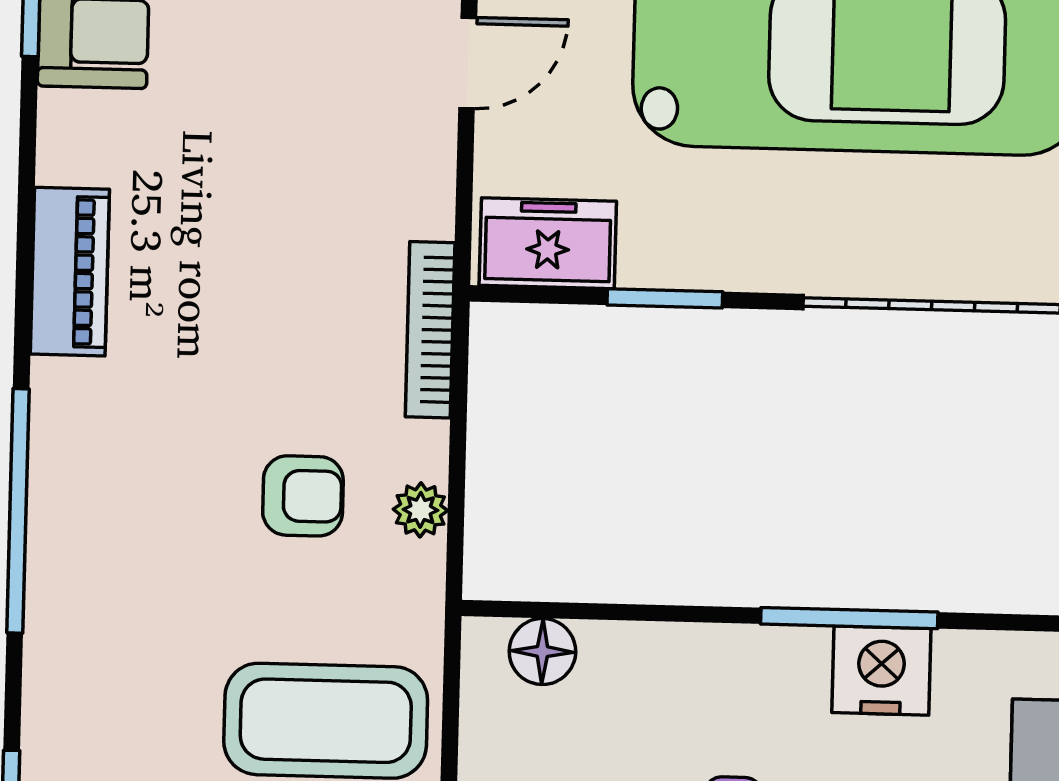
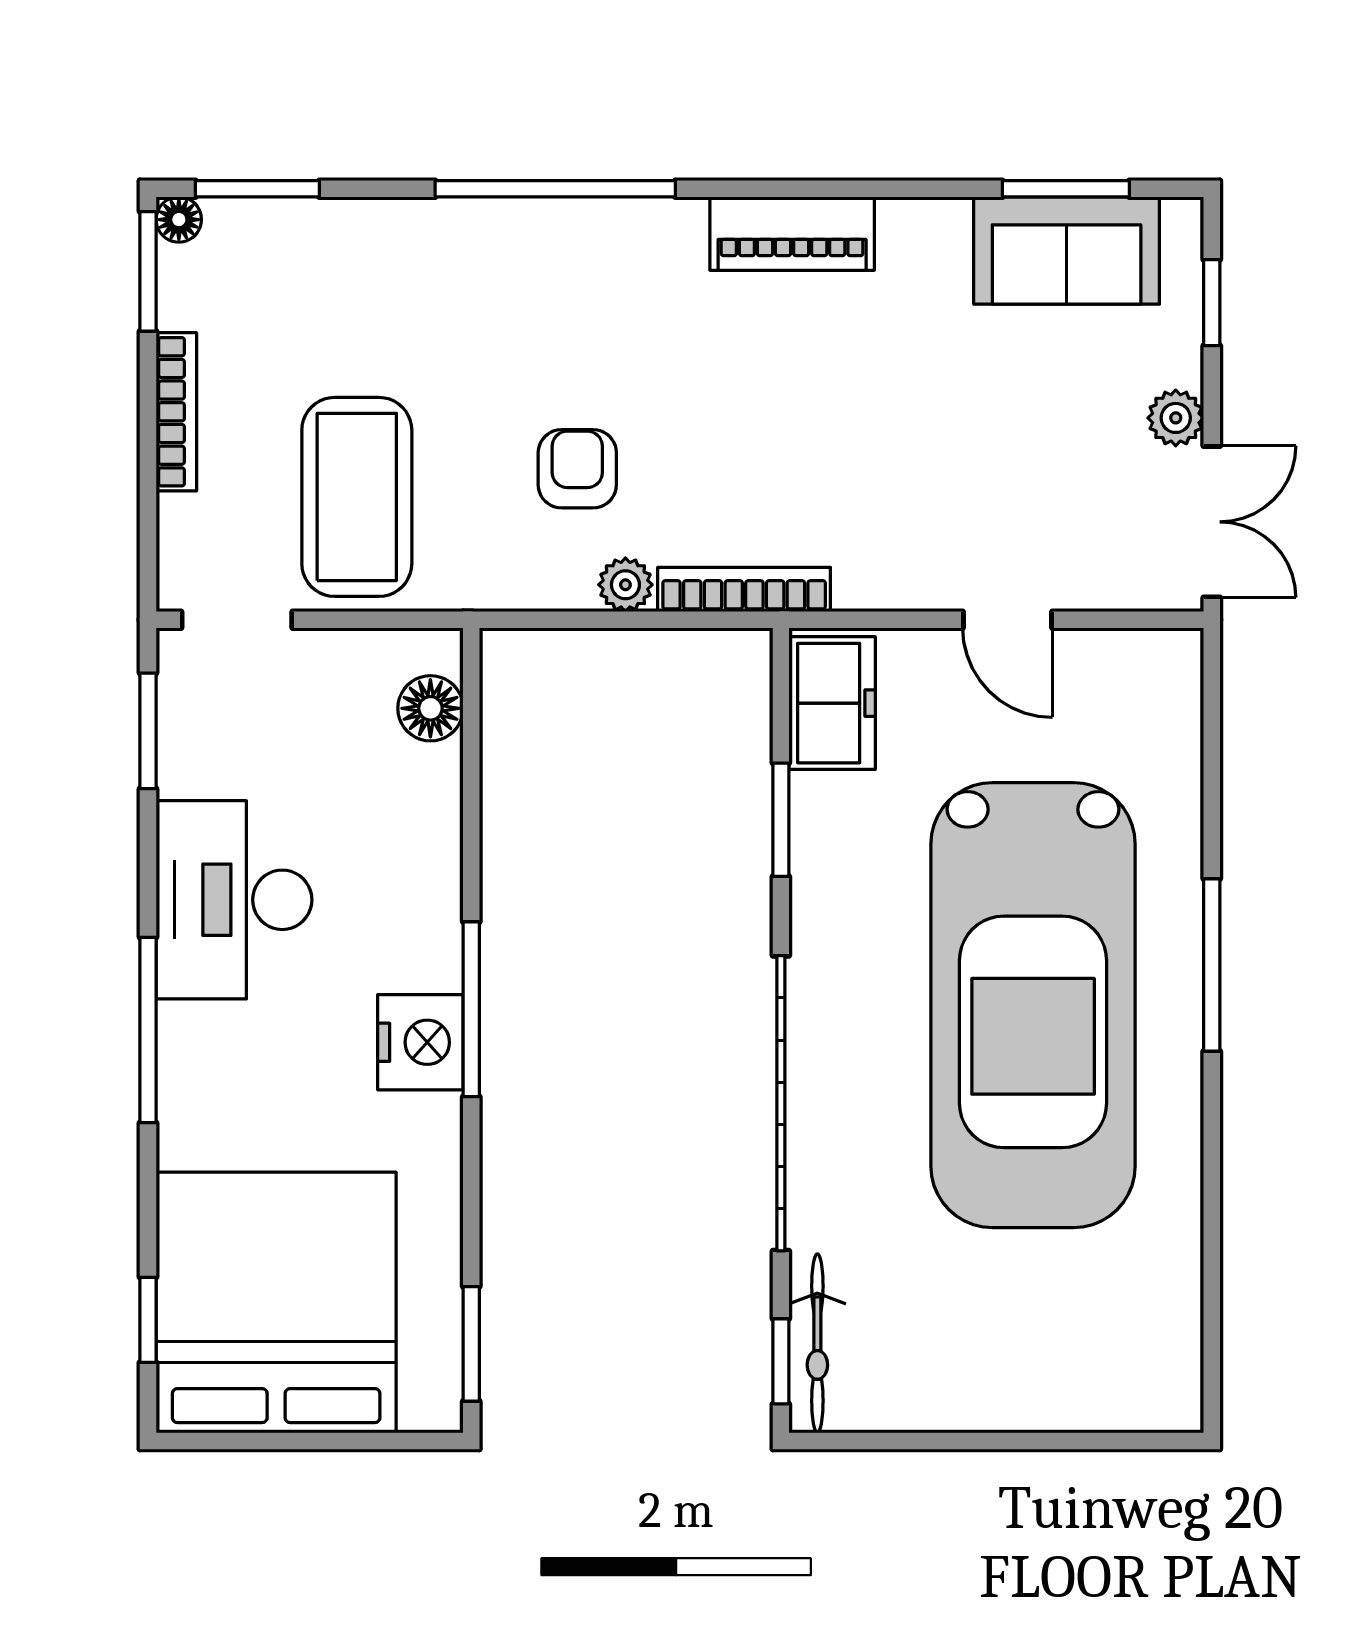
armchair: (303, 496) -> (577, 469), turned 180
plant: (420, 510) -> (625, 585), moved

